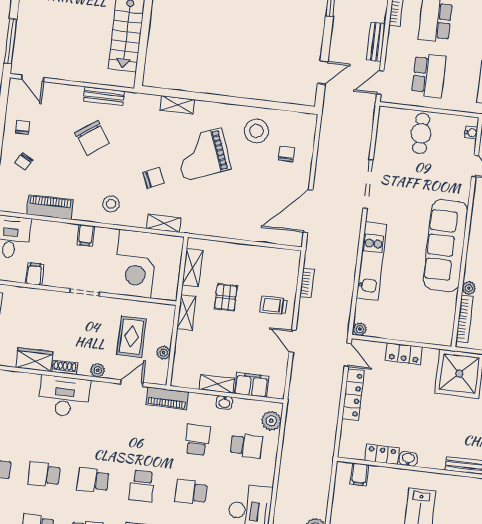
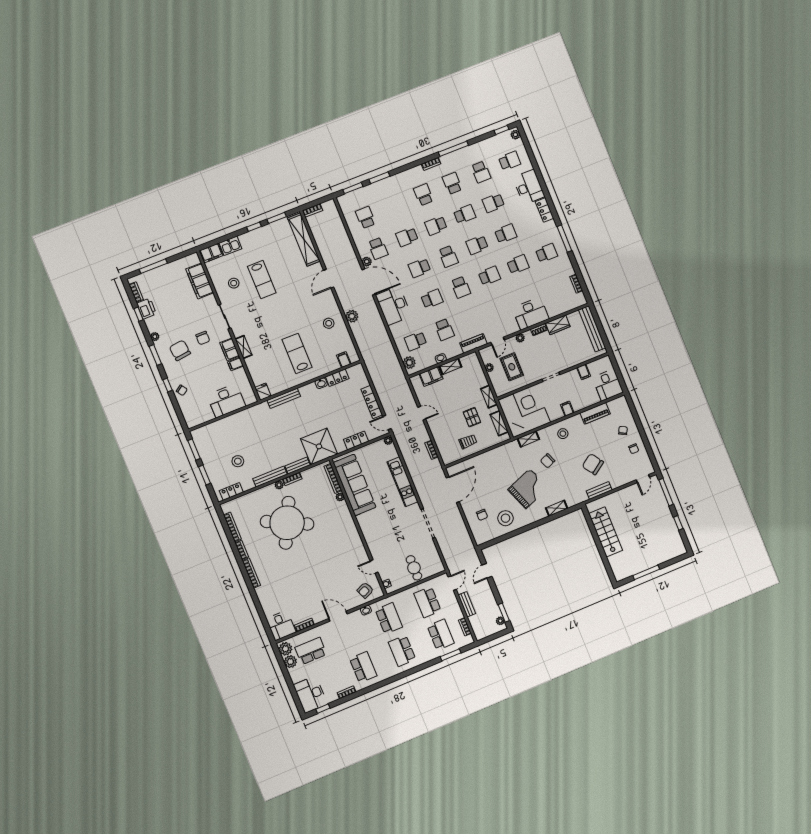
door: (33, 78) -> (643, 479), swing flipped
sofa: (445, 246) -> (355, 485), moved
trolley: (273, 305) -> (468, 441), moved
school desk: (142, 486) -> (461, 287), turned 180

